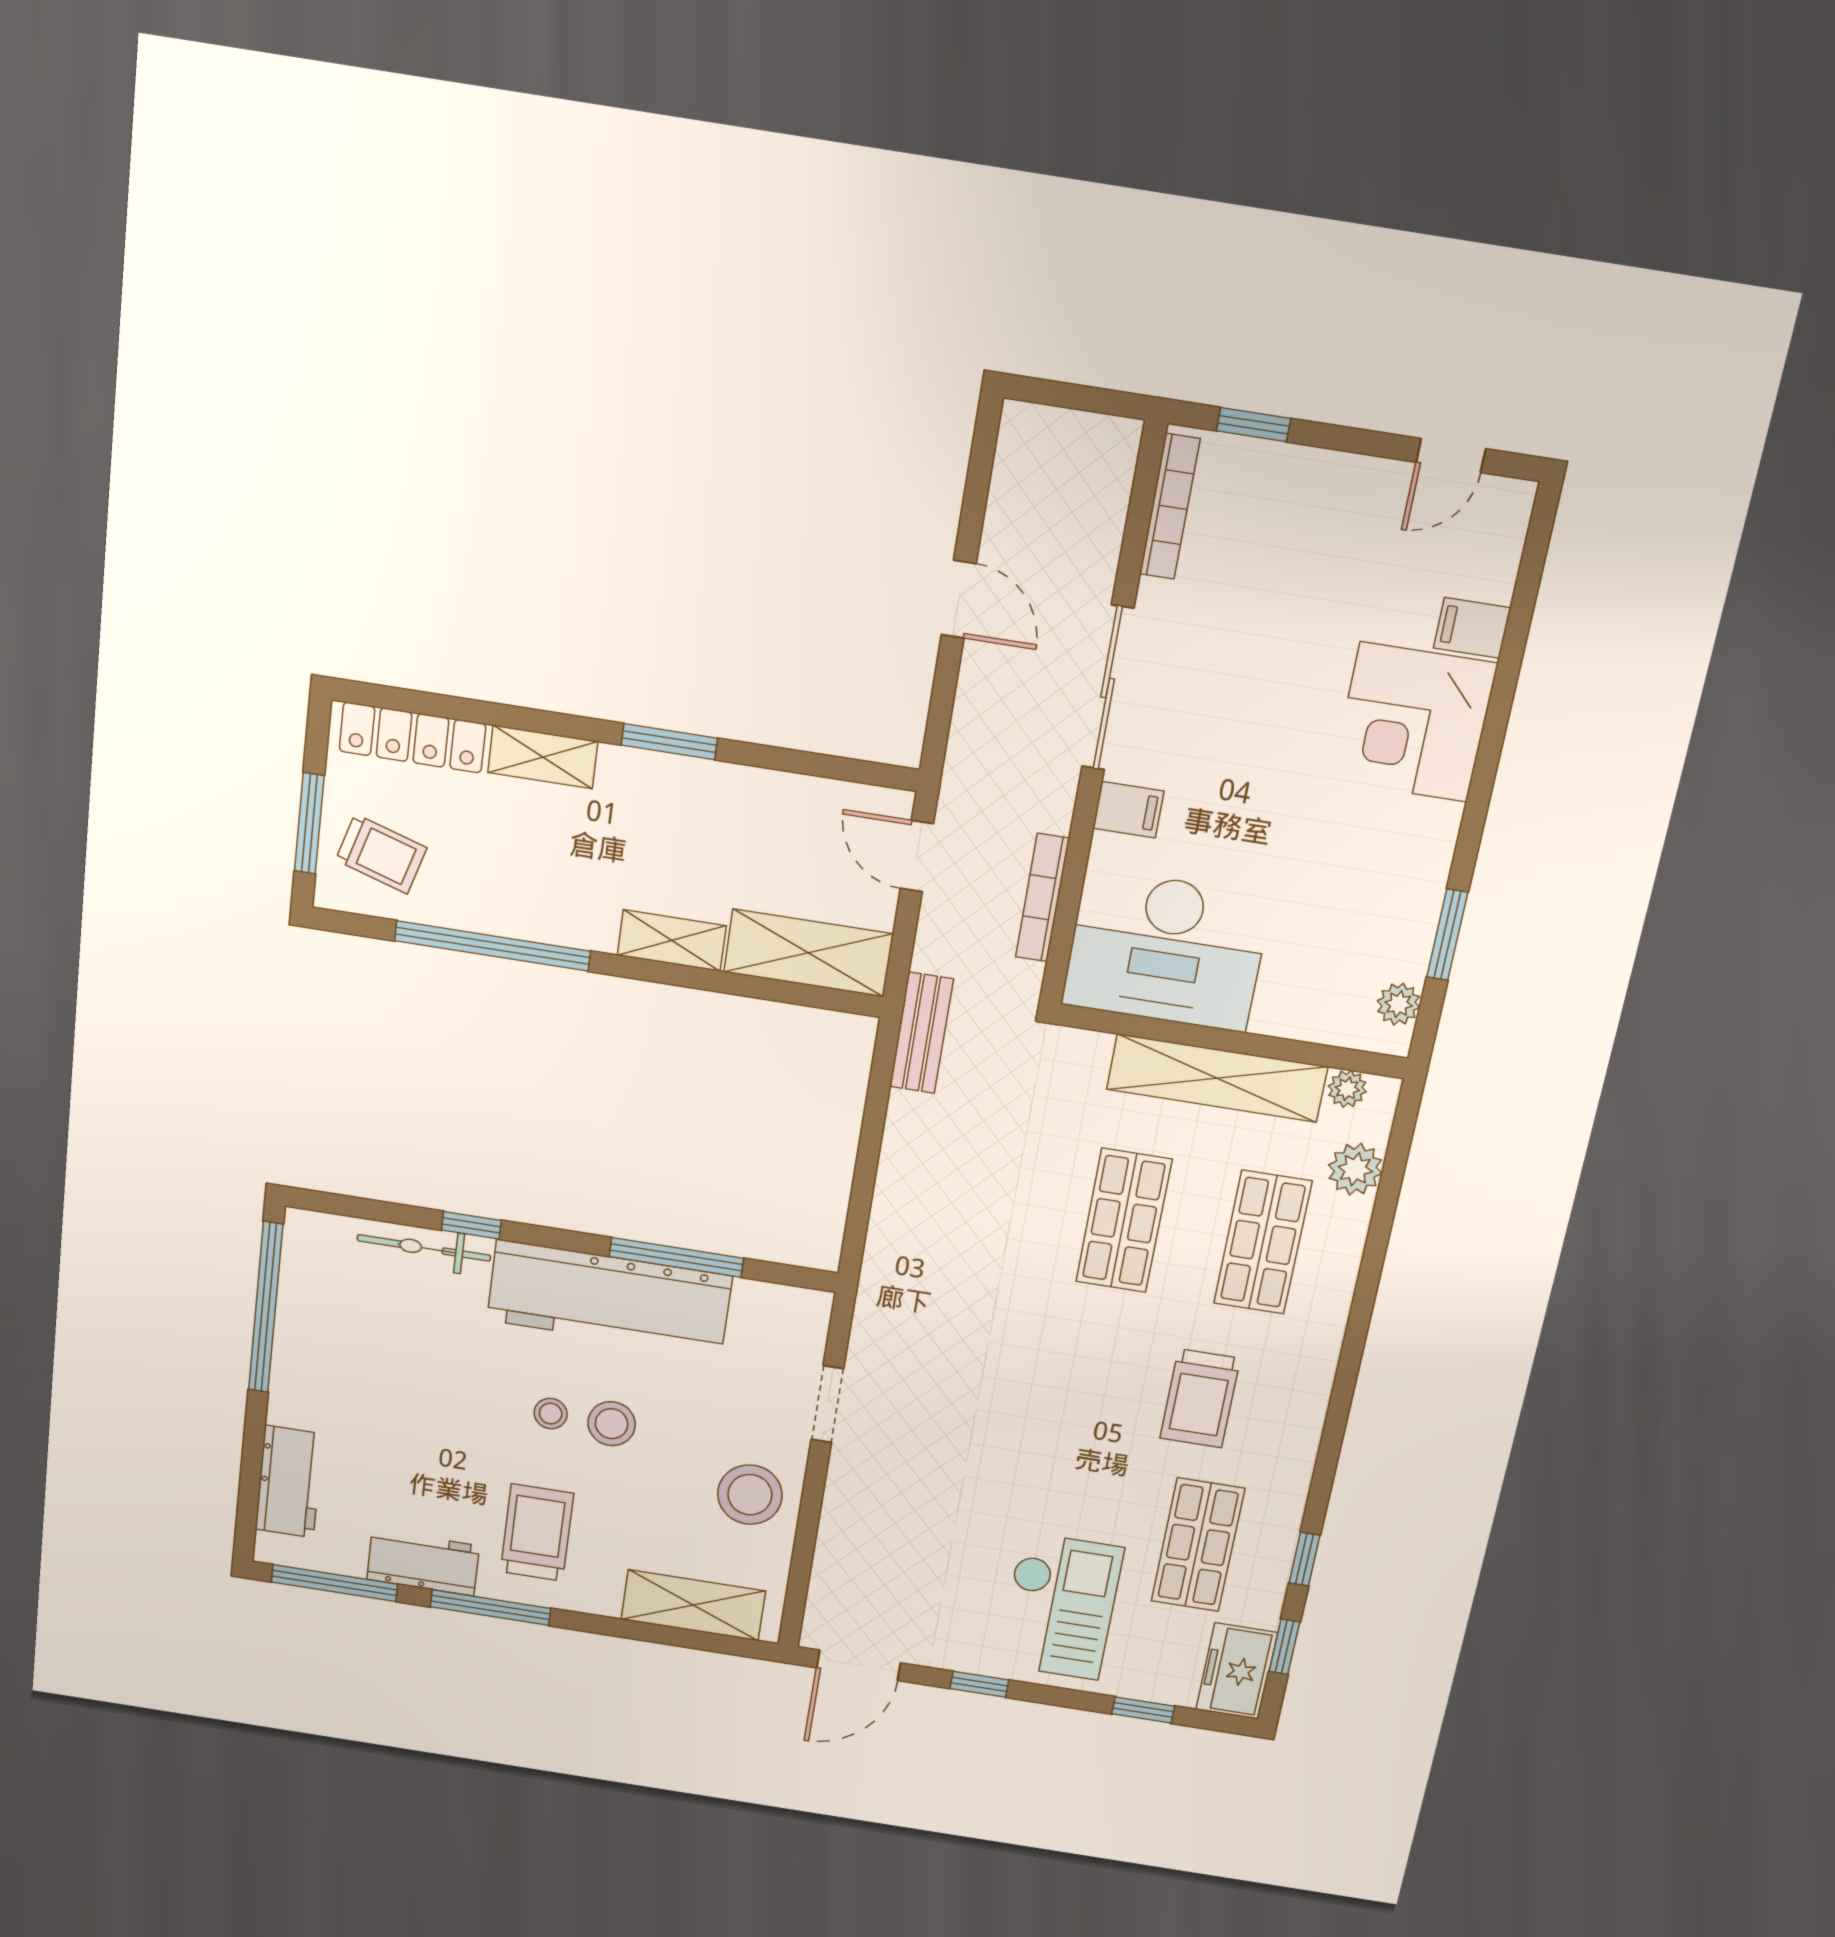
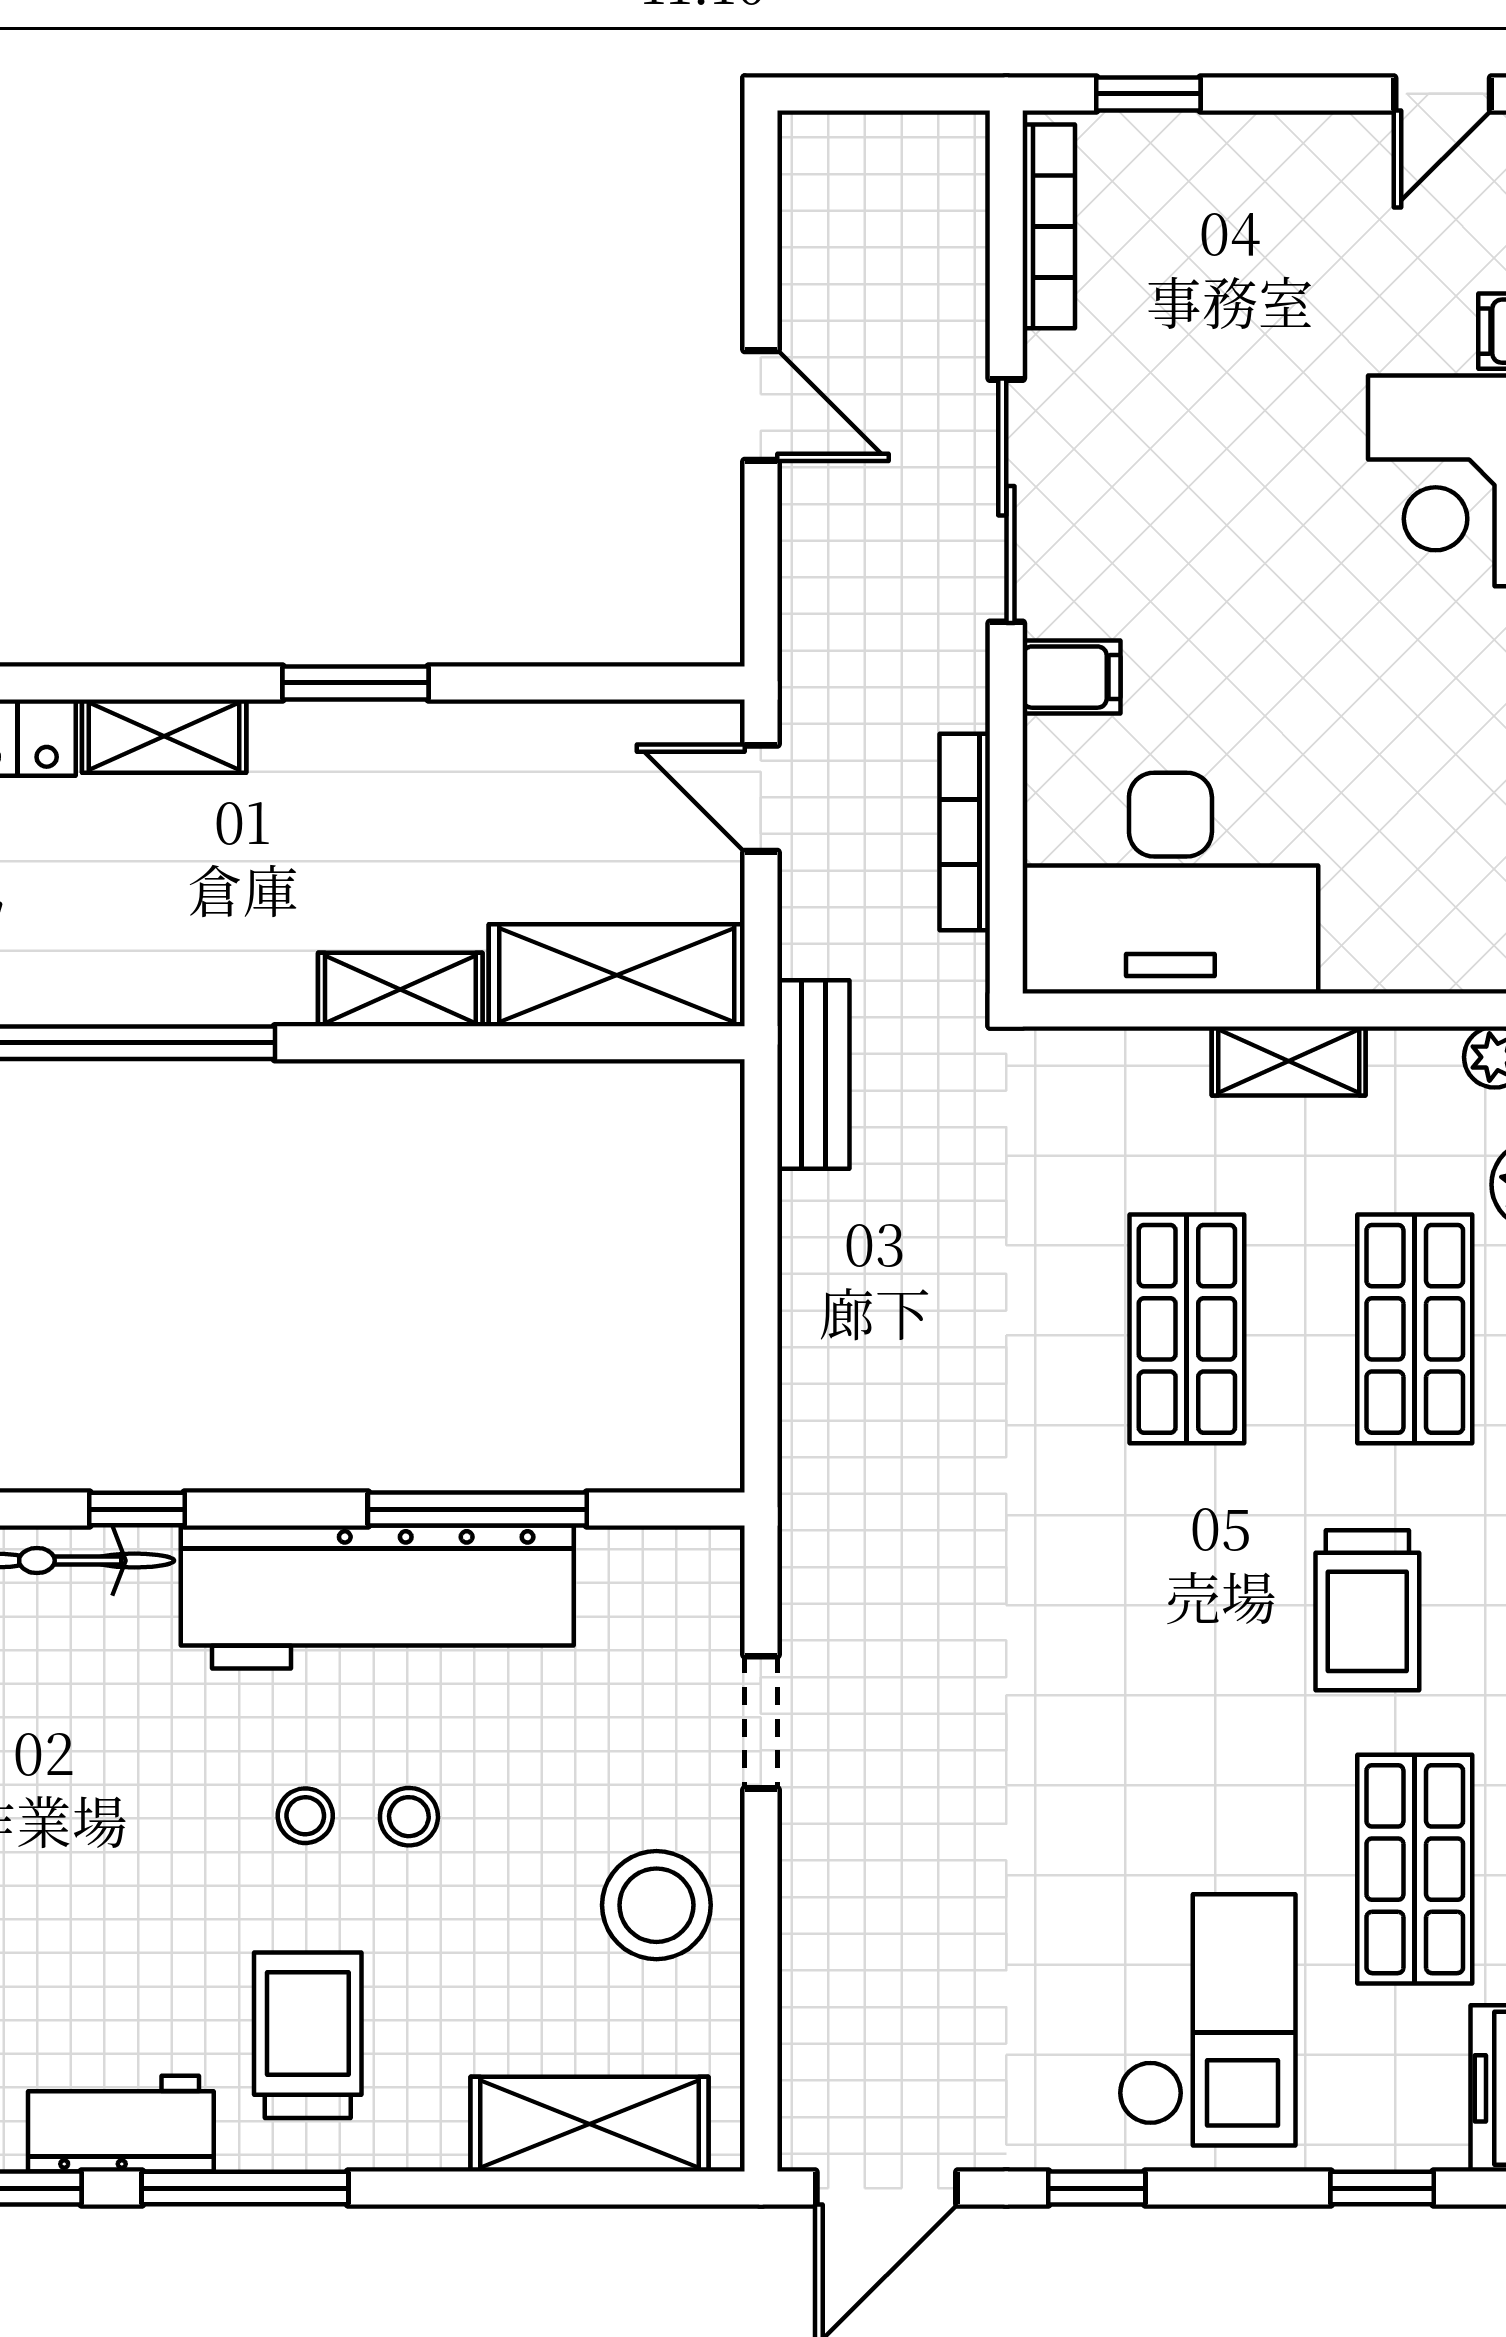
shelving: (1217, 1078) -> (1289, 1061), width x0.45, depth x0.75
stool: (612, 1424) -> (409, 1817), width x0.73, depth x0.73

